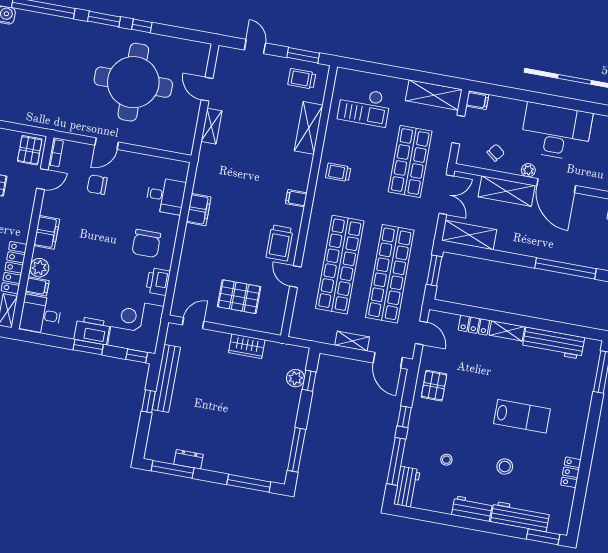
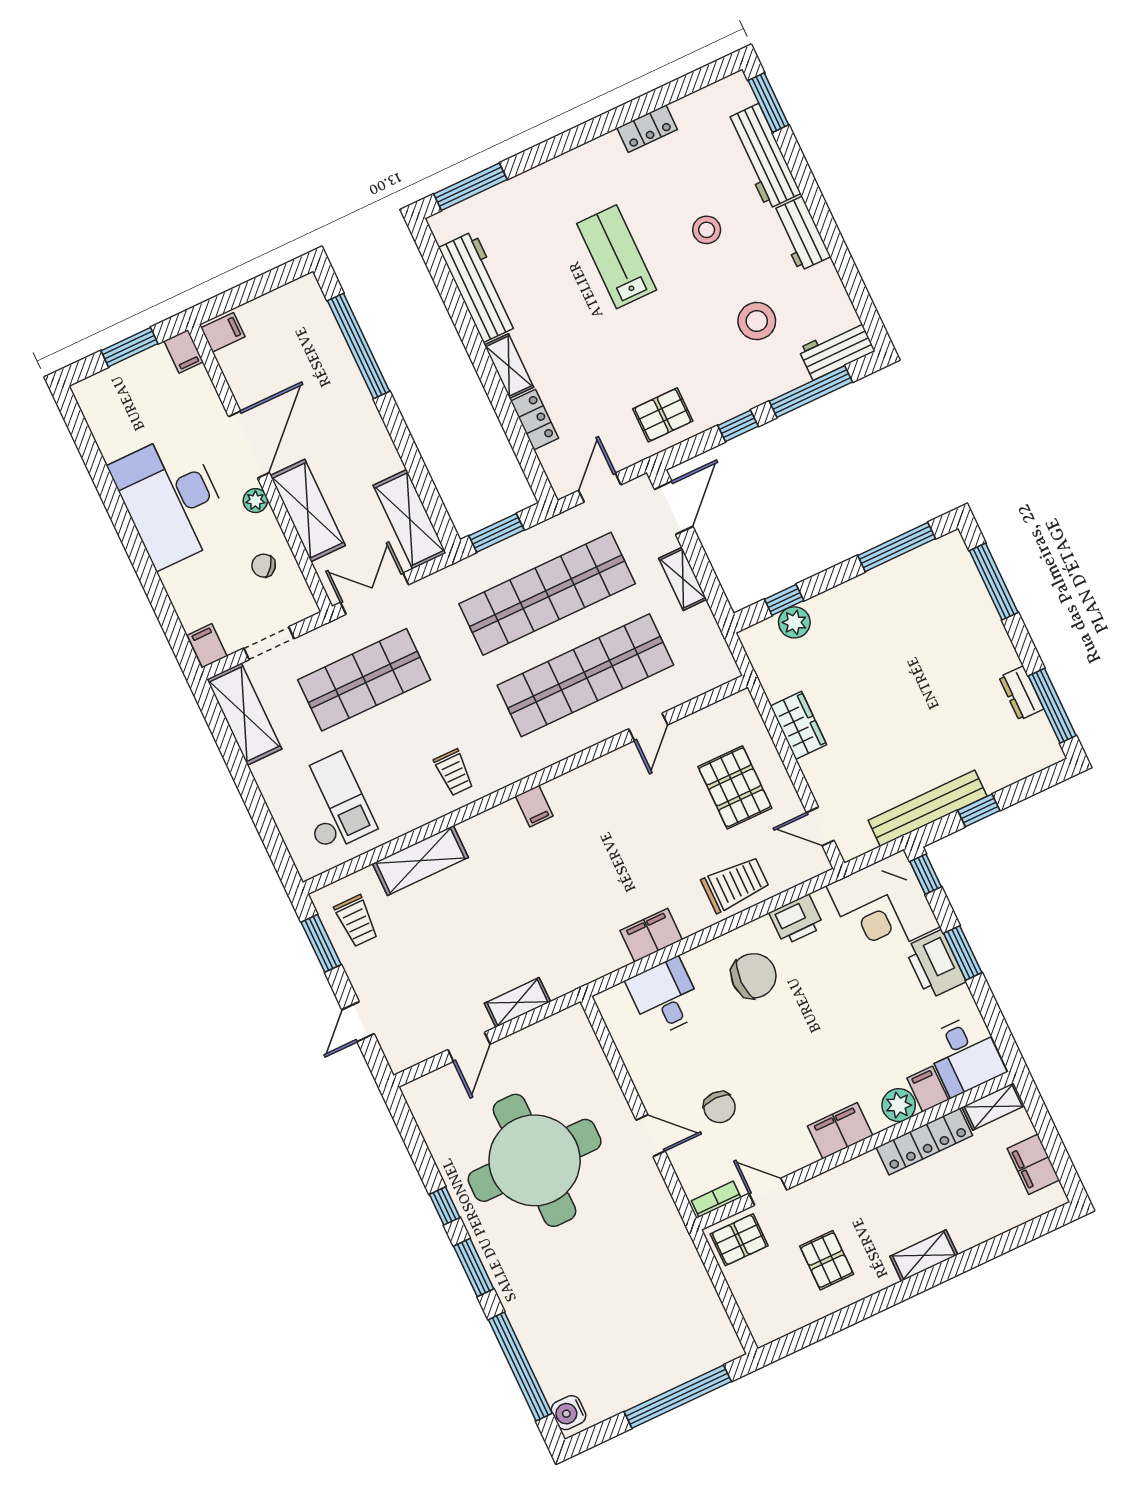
trolley: (280, 243) -> (735, 884), moved
stool: (446, 460) -> (757, 321), width x1.89, depth x1.89

